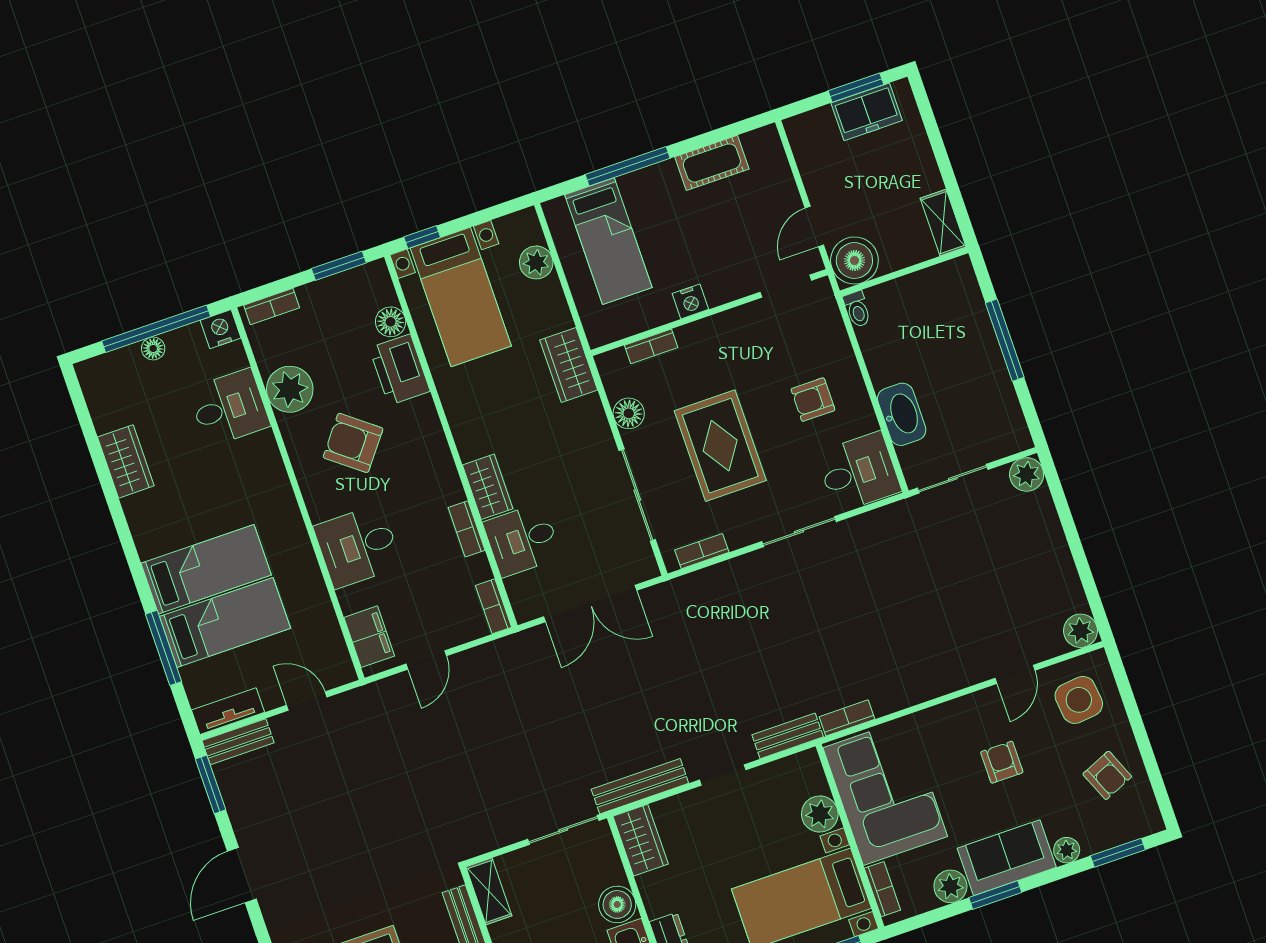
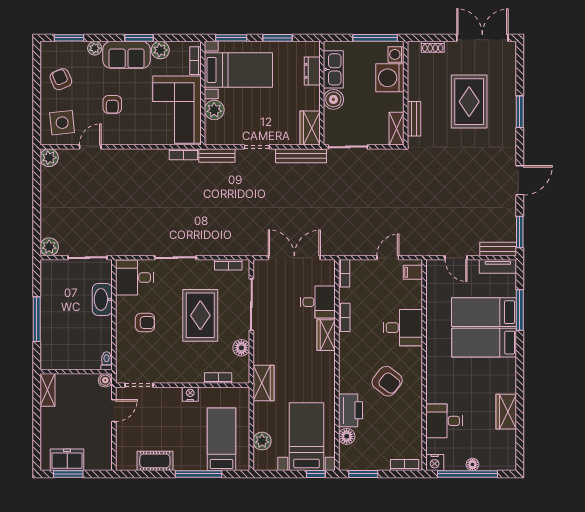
boiler: (854, 260) -> (105, 380), width x0.54, depth x0.54
plant: (290, 389) -> (410, 420), removed
filing cabinet: (369, 637) -> (413, 272), width x0.50

